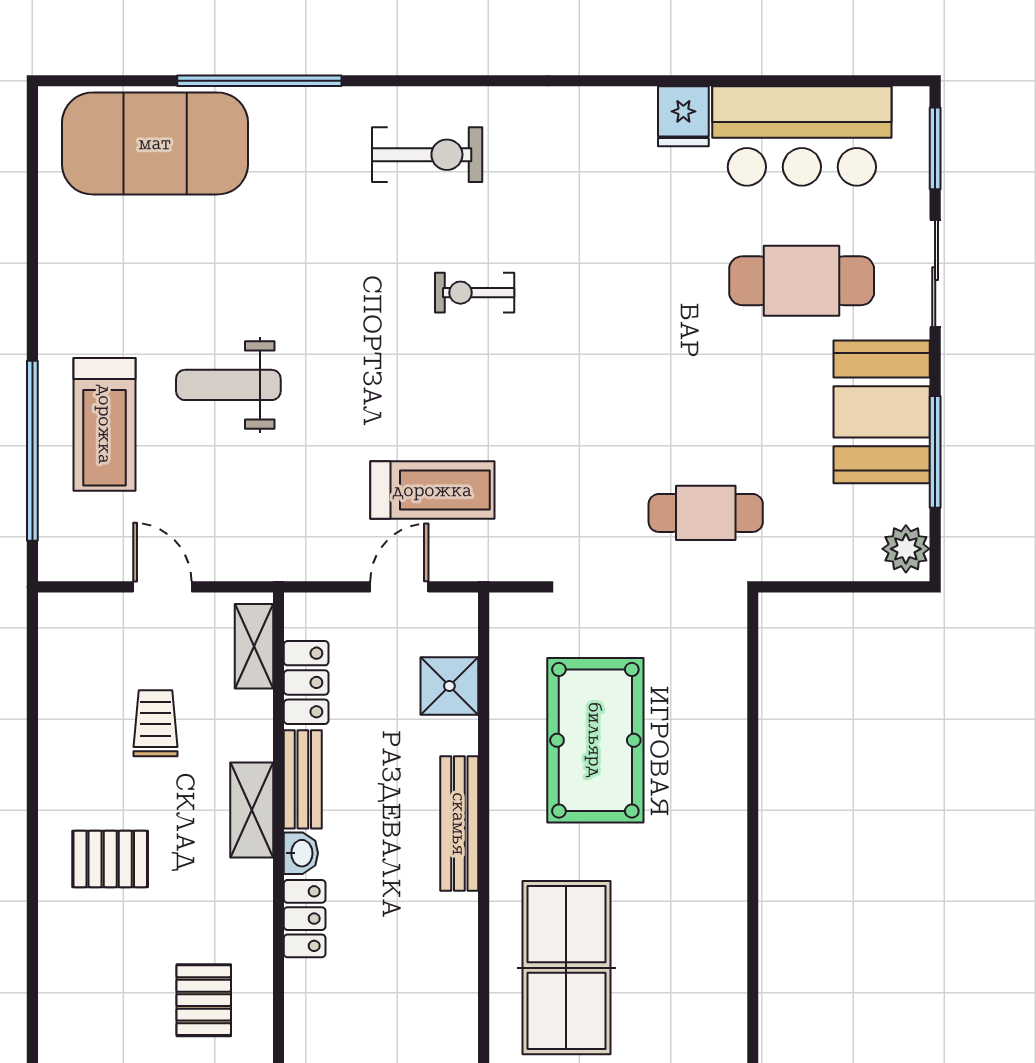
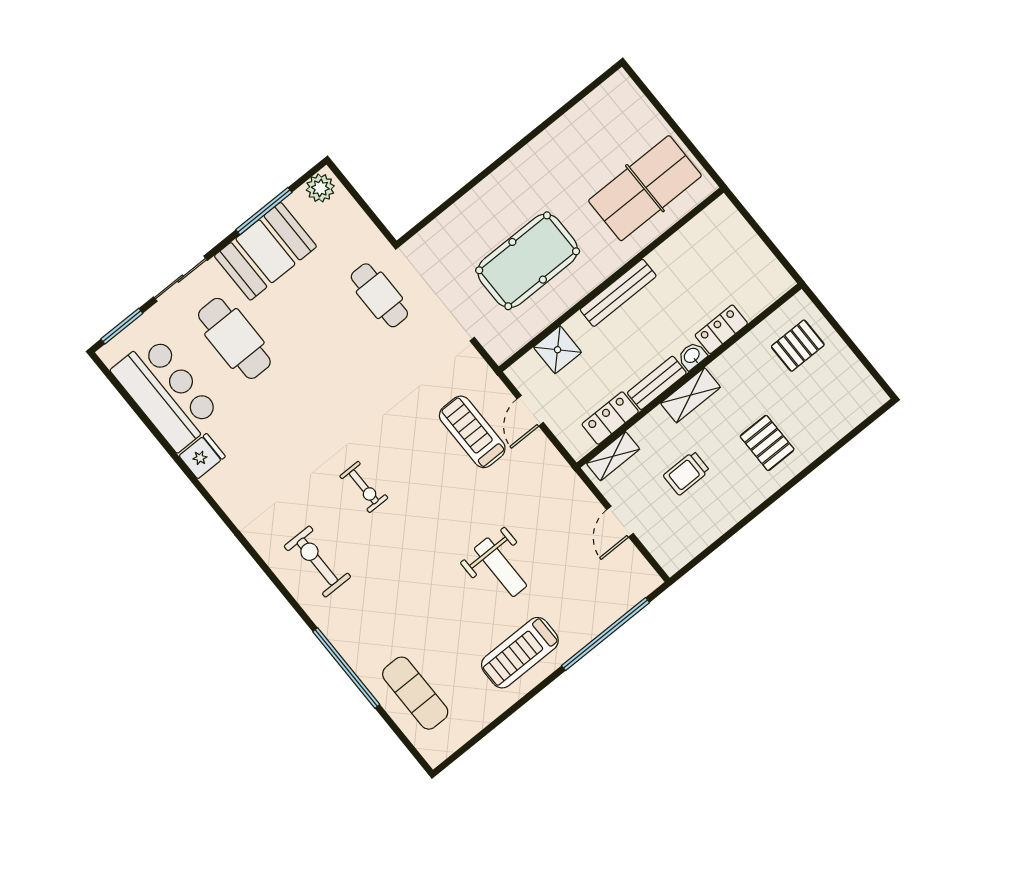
exercise mat: (155, 143) -> (415, 693), width x0.50, depth x0.69
treadmill: (105, 424) -> (520, 653), moved, turned 180
door: (399, 587) -> (530, 411), hinge flipped

